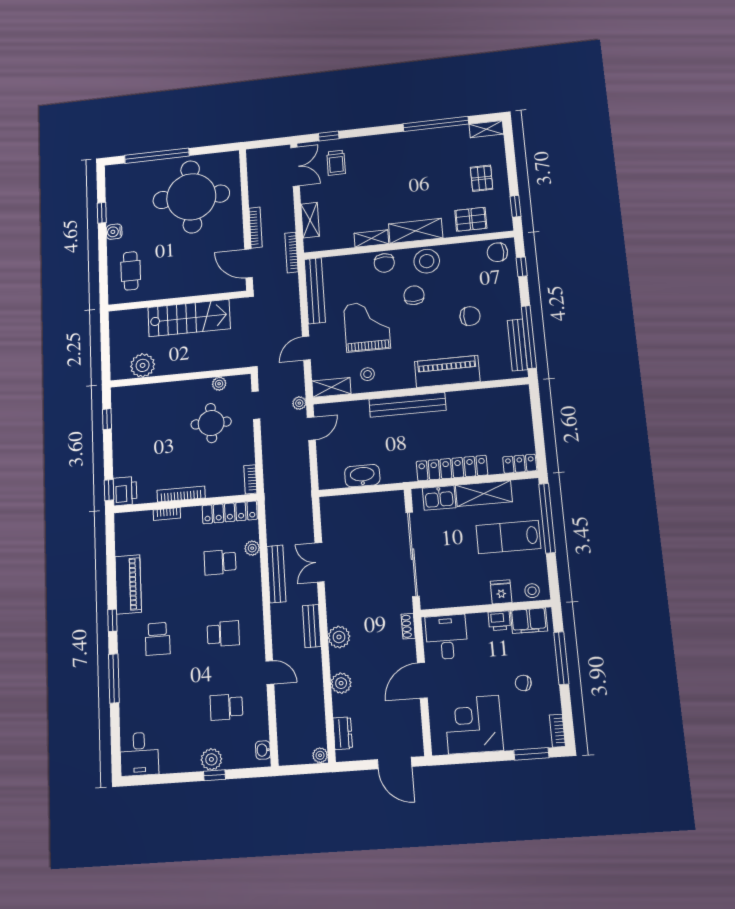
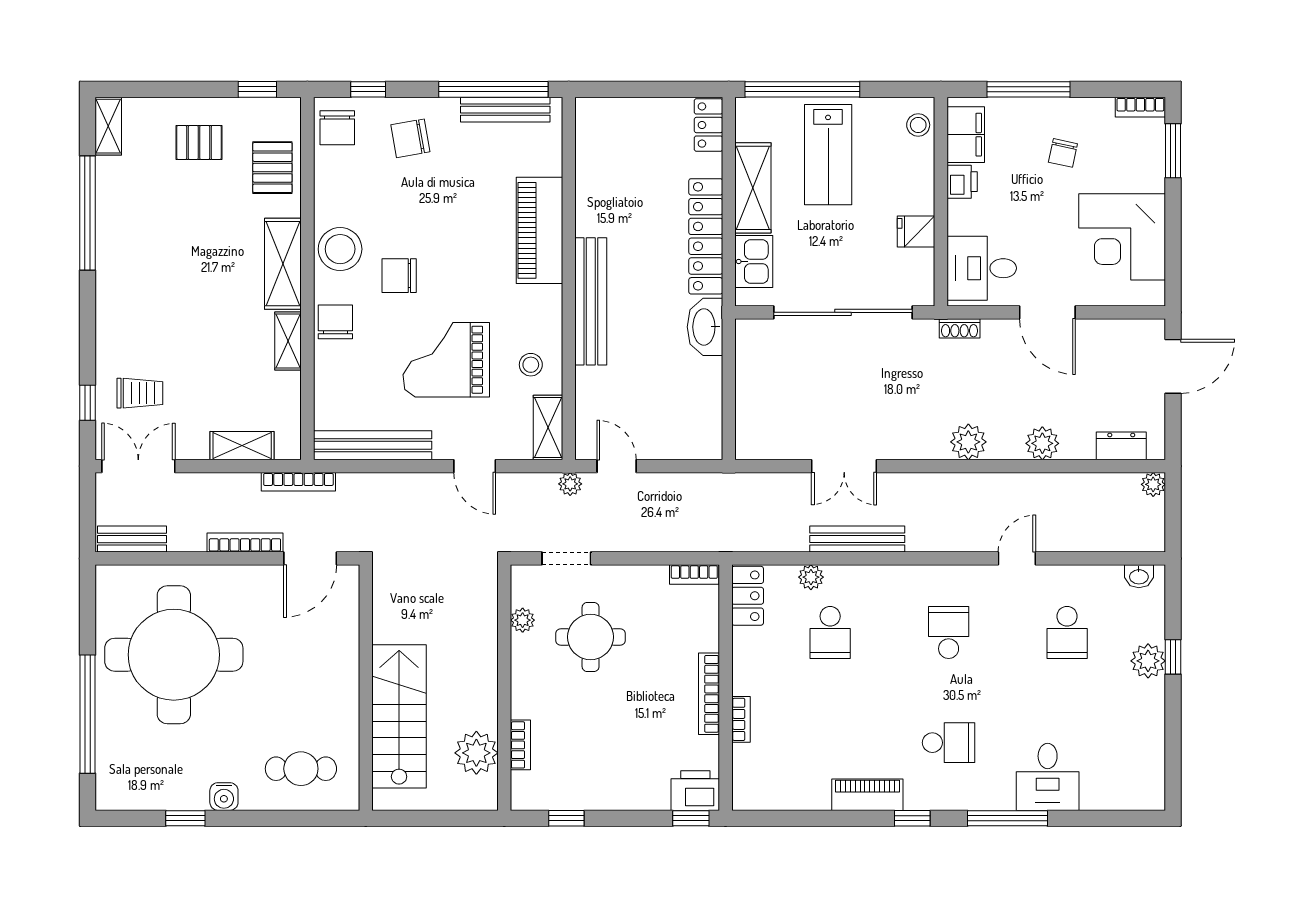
chair: (384, 263) -> (335, 322), turned -90
chair: (470, 316) -> (410, 138), moved, turned -100
stairs: (189, 318) -> (399, 716), moved
bookcase: (148, 389) -> (520, 745), added
washbasin: (362, 476) -> (705, 327), moved
locker: (230, 512) -> (748, 596), width x0.66
piano: (128, 584) -> (867, 795), width x0.73, depth x0.75
fridge: (501, 592) -> (916, 232), moved
bench: (312, 626) -> (132, 539), moved
desk: (139, 754) -> (1048, 777), moved, turned 90

